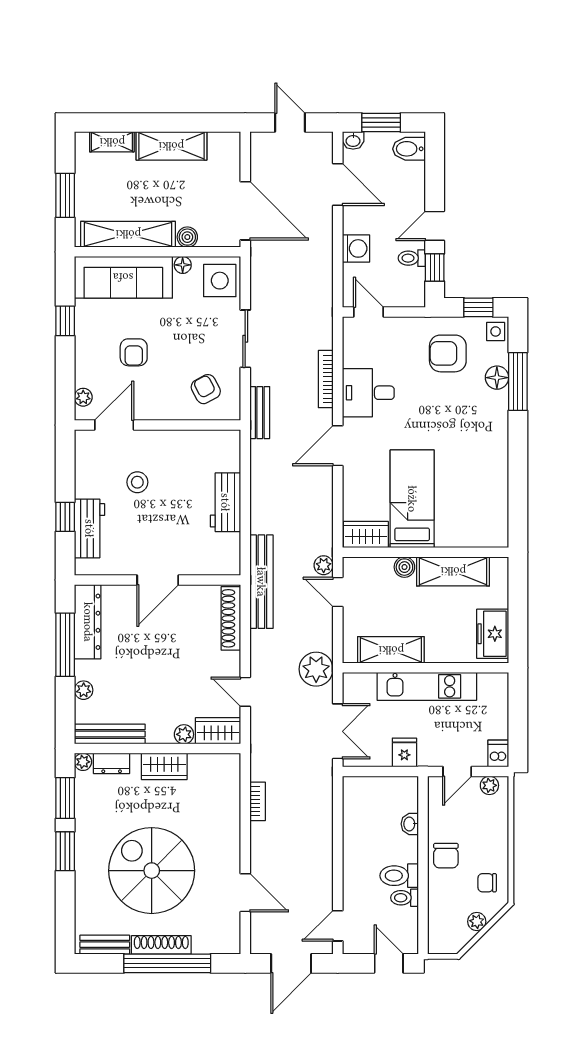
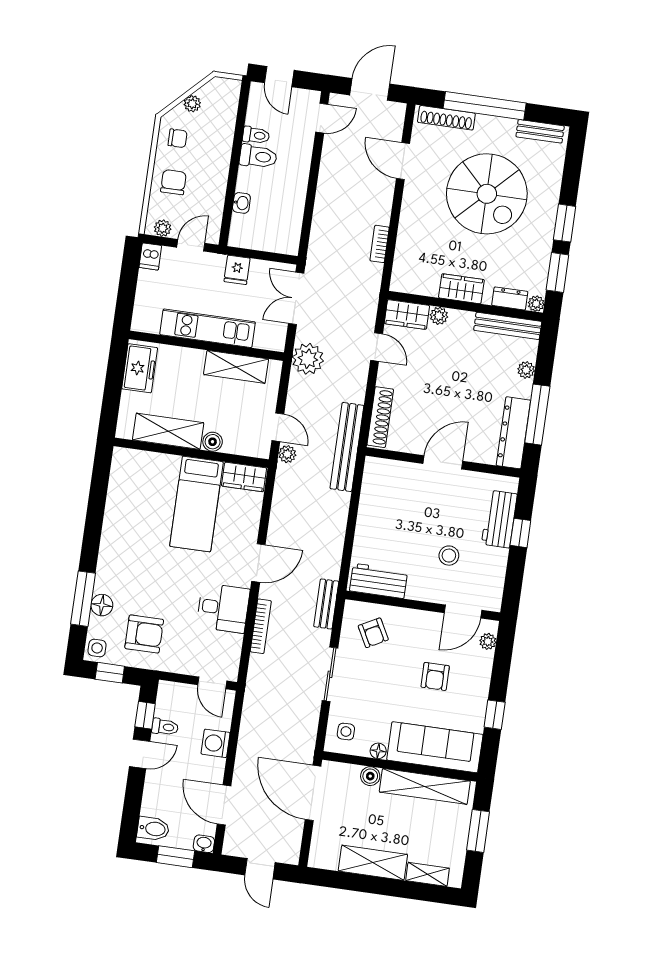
side table: (220, 281) -> (346, 732), width x0.54, depth x0.54
armchair: (134, 352) -> (435, 676), turned 180
workbench: (225, 502) -> (379, 581), moved, turned -90
chair: (446, 856) -> (173, 182), moved
shoe rack: (161, 945) -> (446, 118), moved

